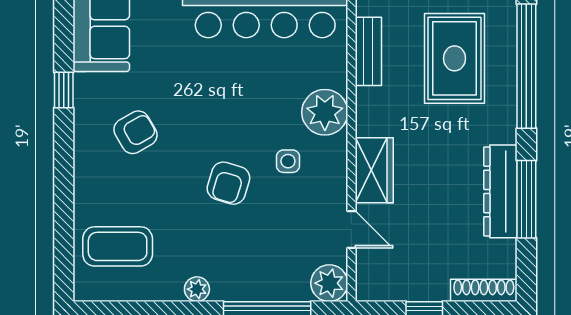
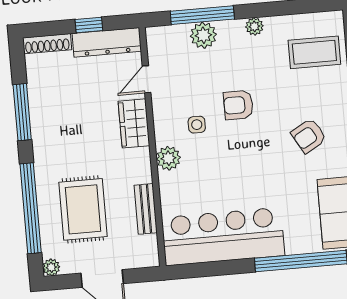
plant: (325, 112) -> (168, 158), width x0.73, depth x0.73
armchair: (228, 183) -> (238, 105), turned -107
dresser: (500, 191) -> (107, 42), moved, turned 90
door: (351, 230) -> (147, 79), hinge flipped
plant: (329, 283) -> (203, 35), moved

